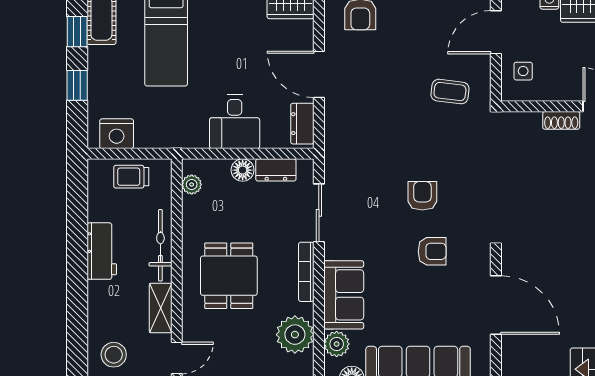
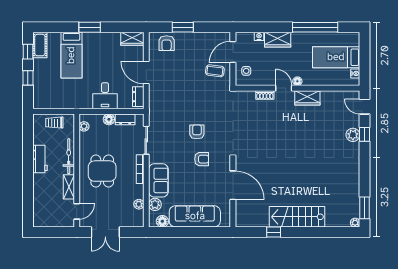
coffee table: (450, 92) -> (215, 71), moved
nightstand: (117, 134) -> (47, 102), removed
plant: (295, 335) -> (139, 204), width x0.53, depth x0.53
stool: (114, 355) -> (46, 210), removed

